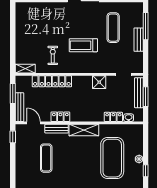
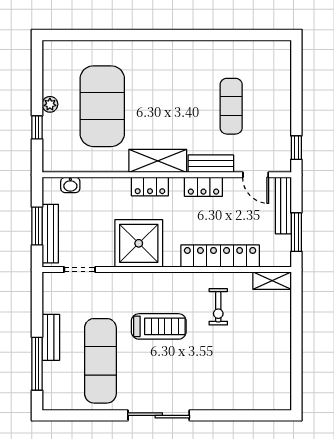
exercise mat: (113, 28) -> (100, 361), width x1.36, depth x1.45
shower: (99, 82) -> (139, 243), width x1.86, depth x1.86
locker: (113, 117) -> (150, 186), moved
window: (146, 171) -> (37, 127), moved

